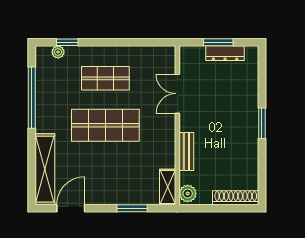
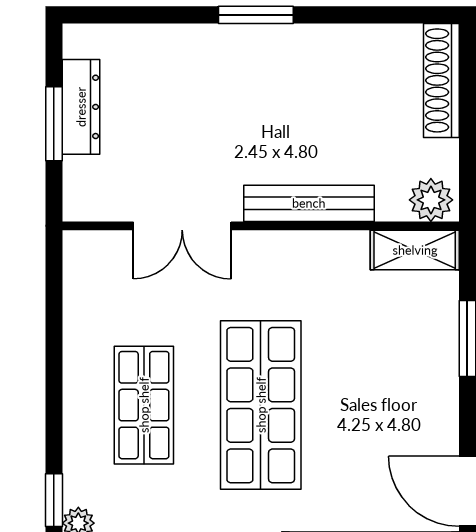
bench: (186, 152) -> (309, 203), width x1.36

